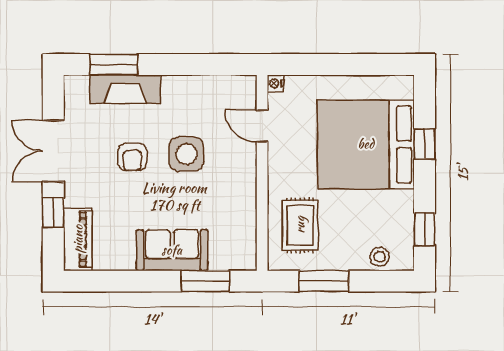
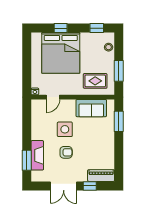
sofa: (172, 250) -> (91, 108), moved, turned -90

